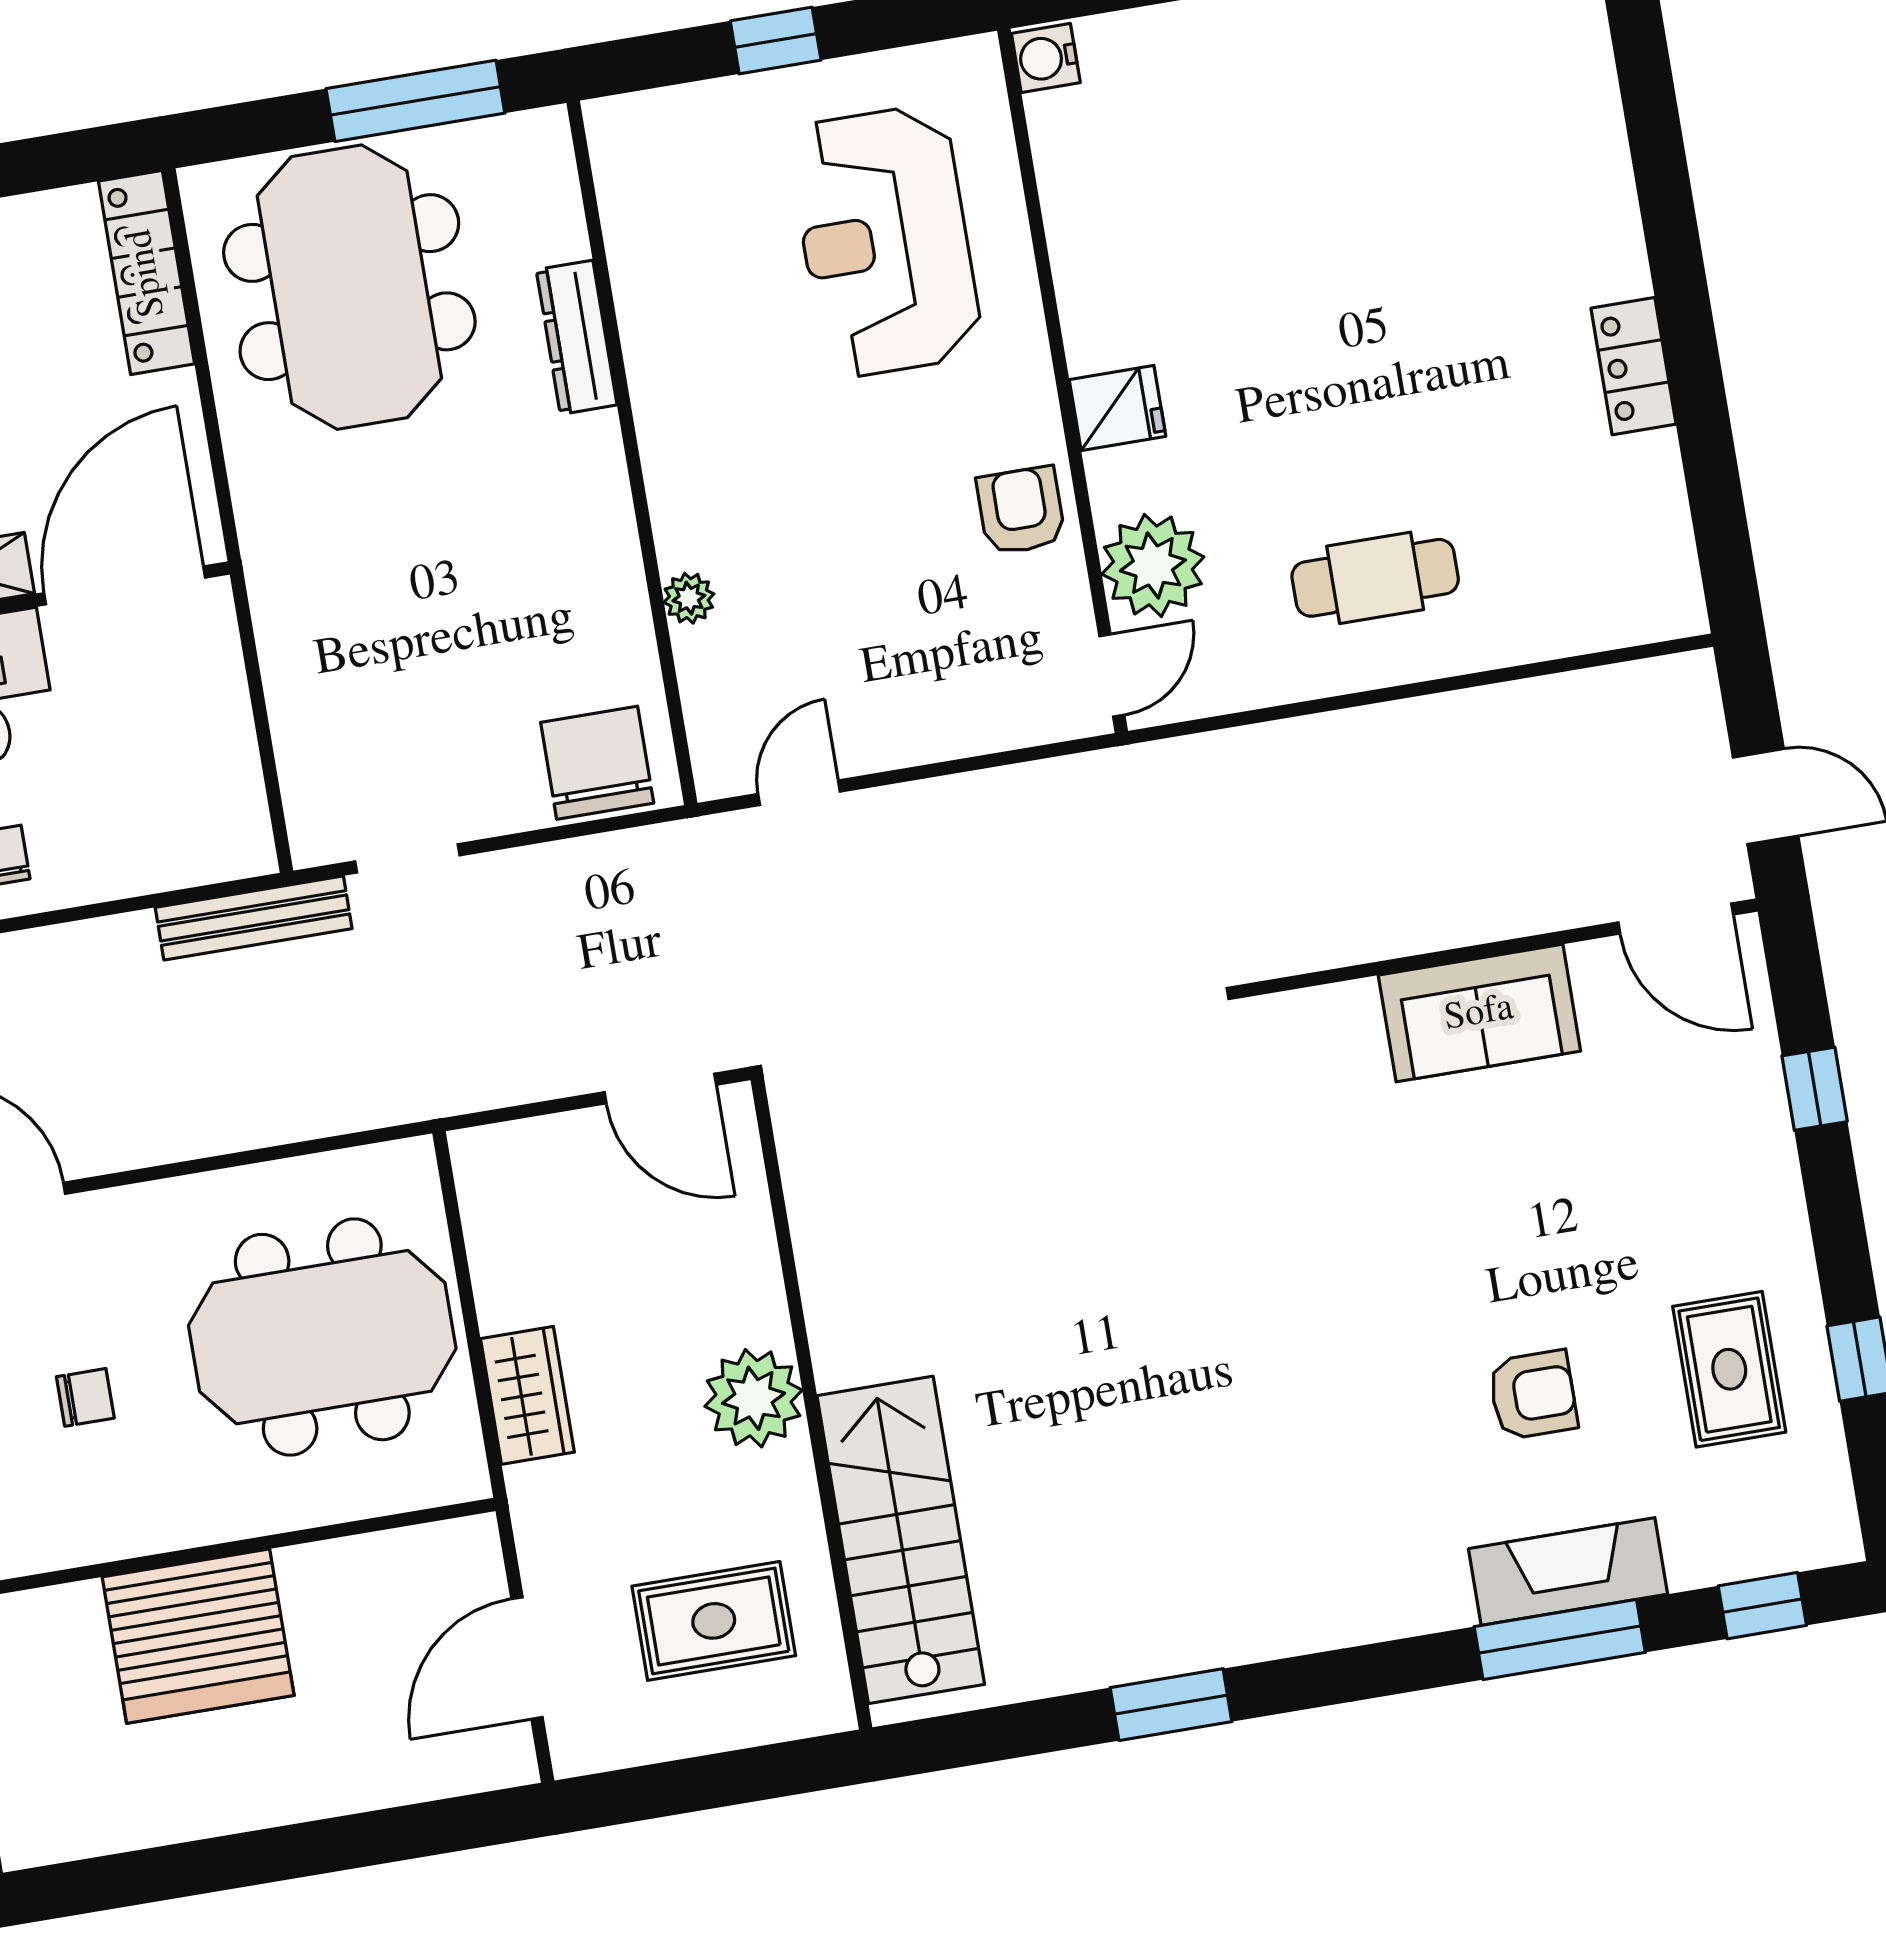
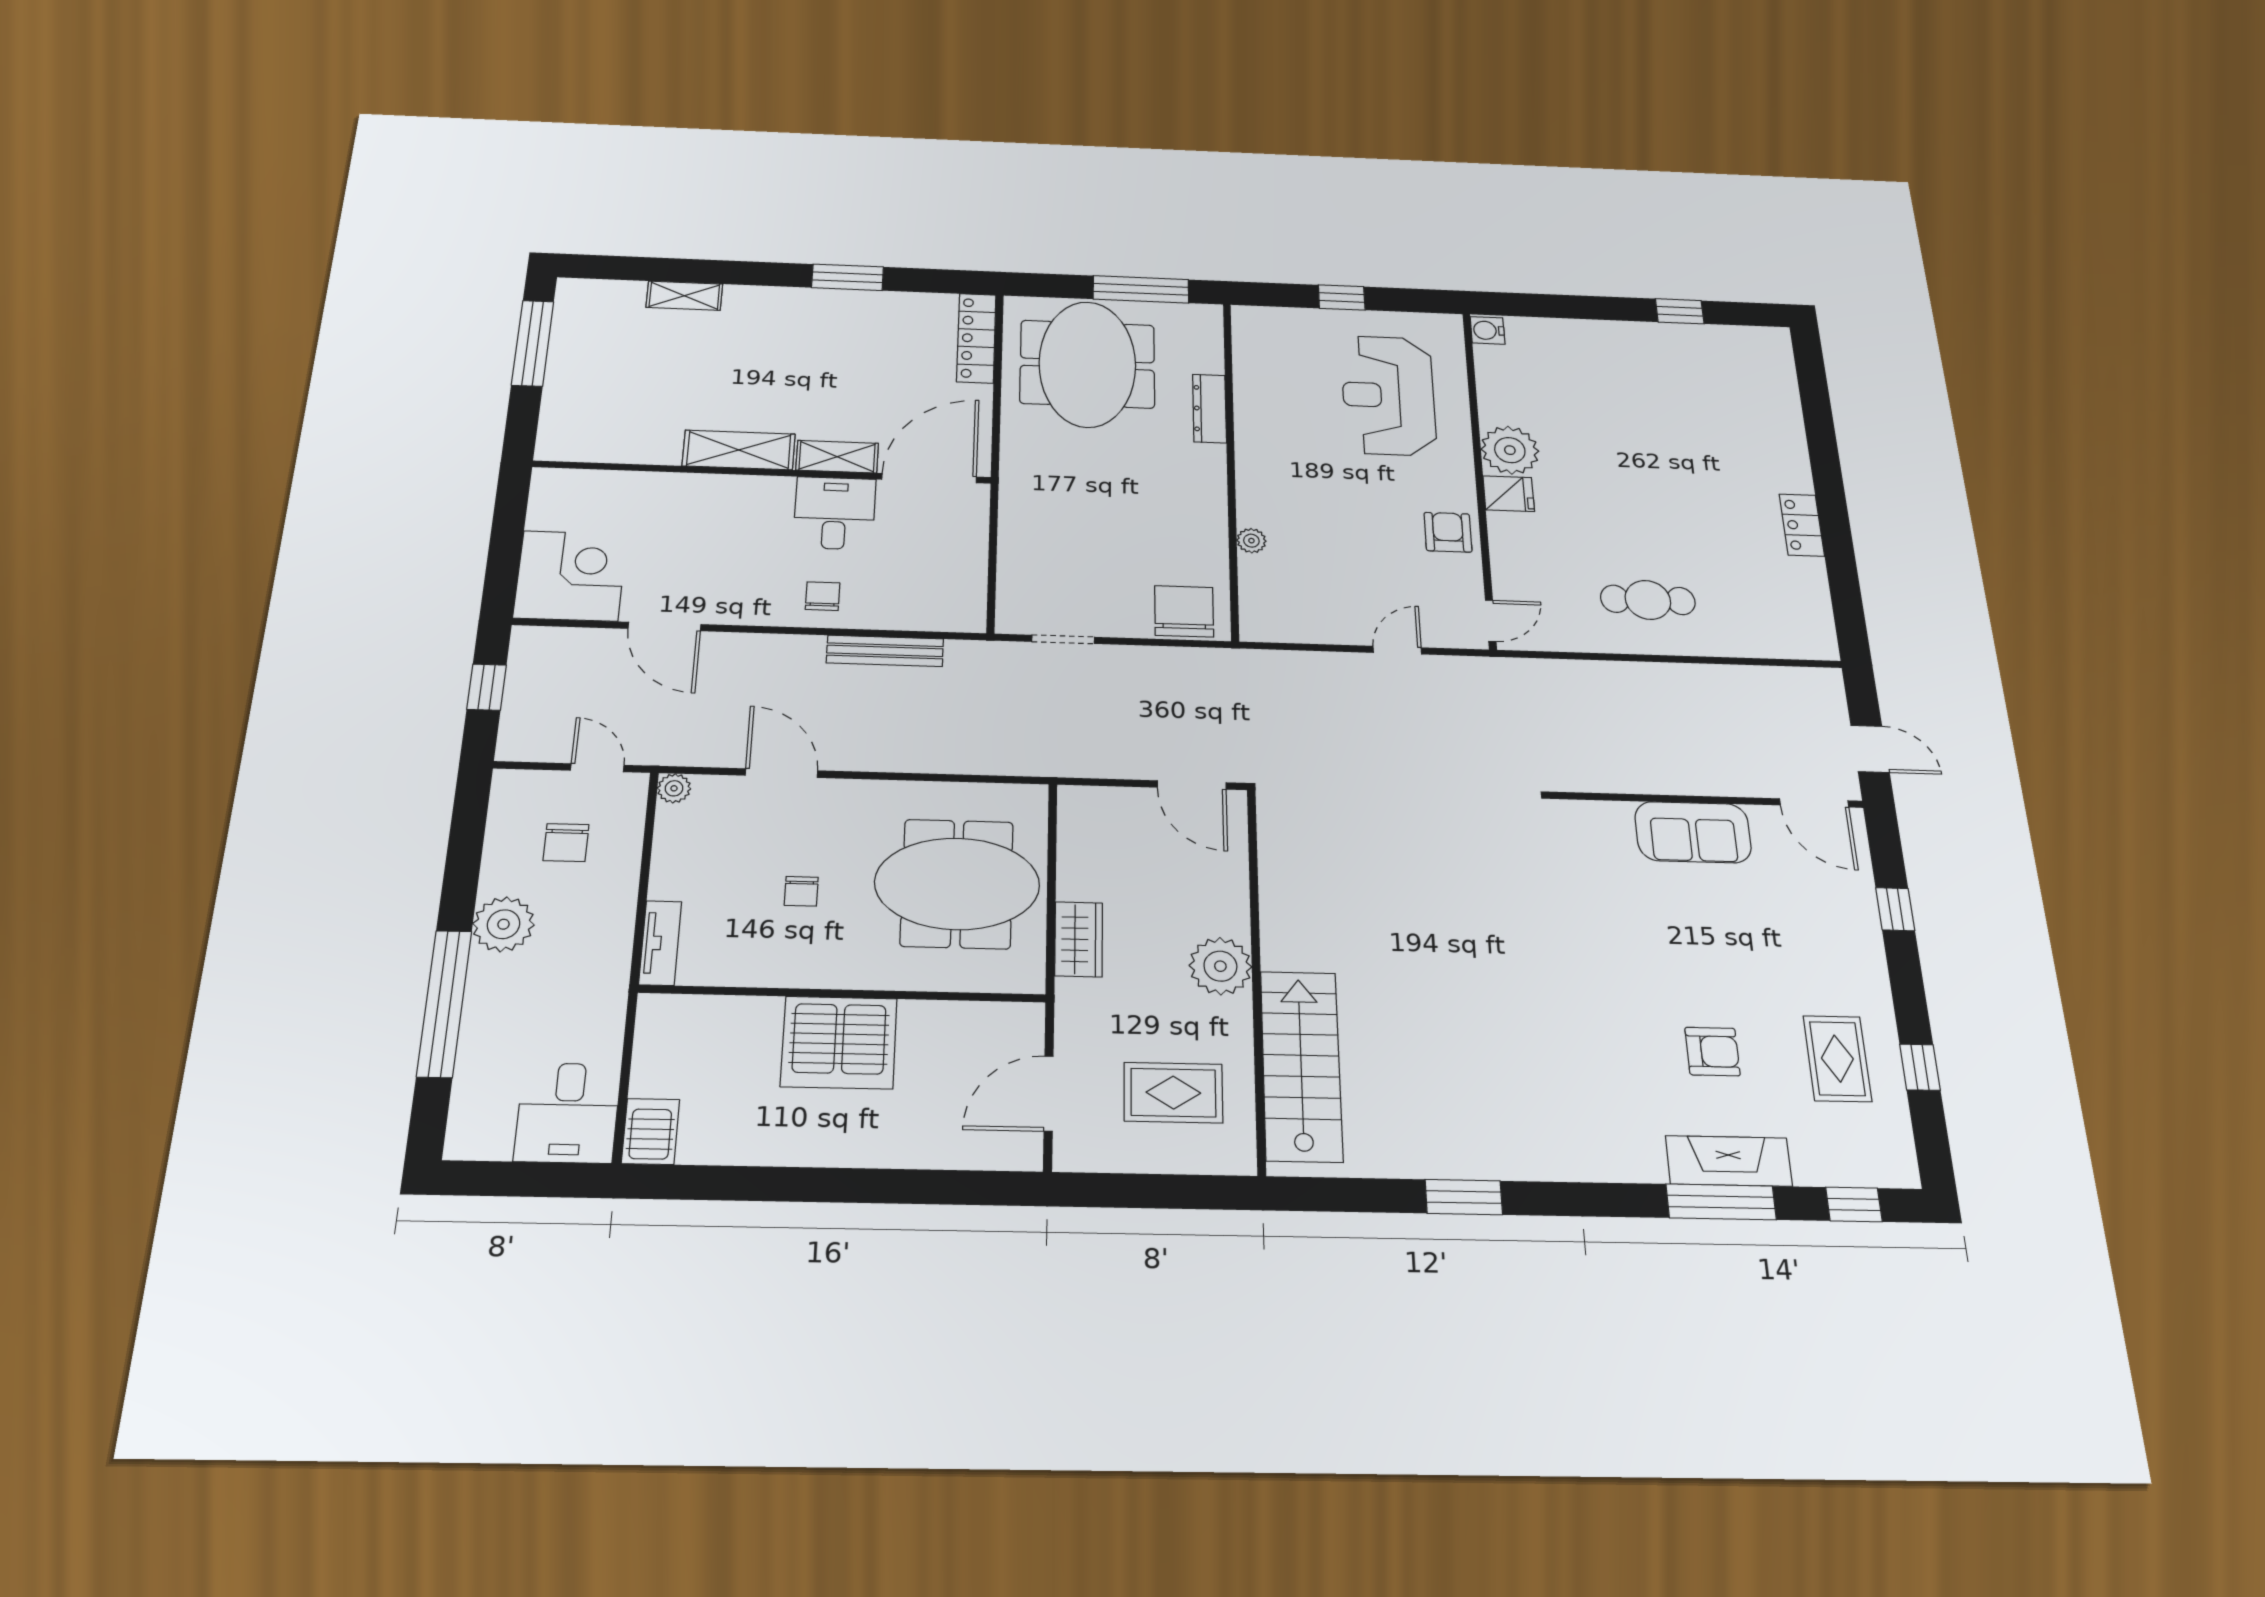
plant: (1153, 565) -> (1510, 450), moved
door: (799, 793) -> (1397, 650), moved
bench: (254, 918) -> (885, 651), moved
chair: (85, 1397) -> (801, 891), turned 90

